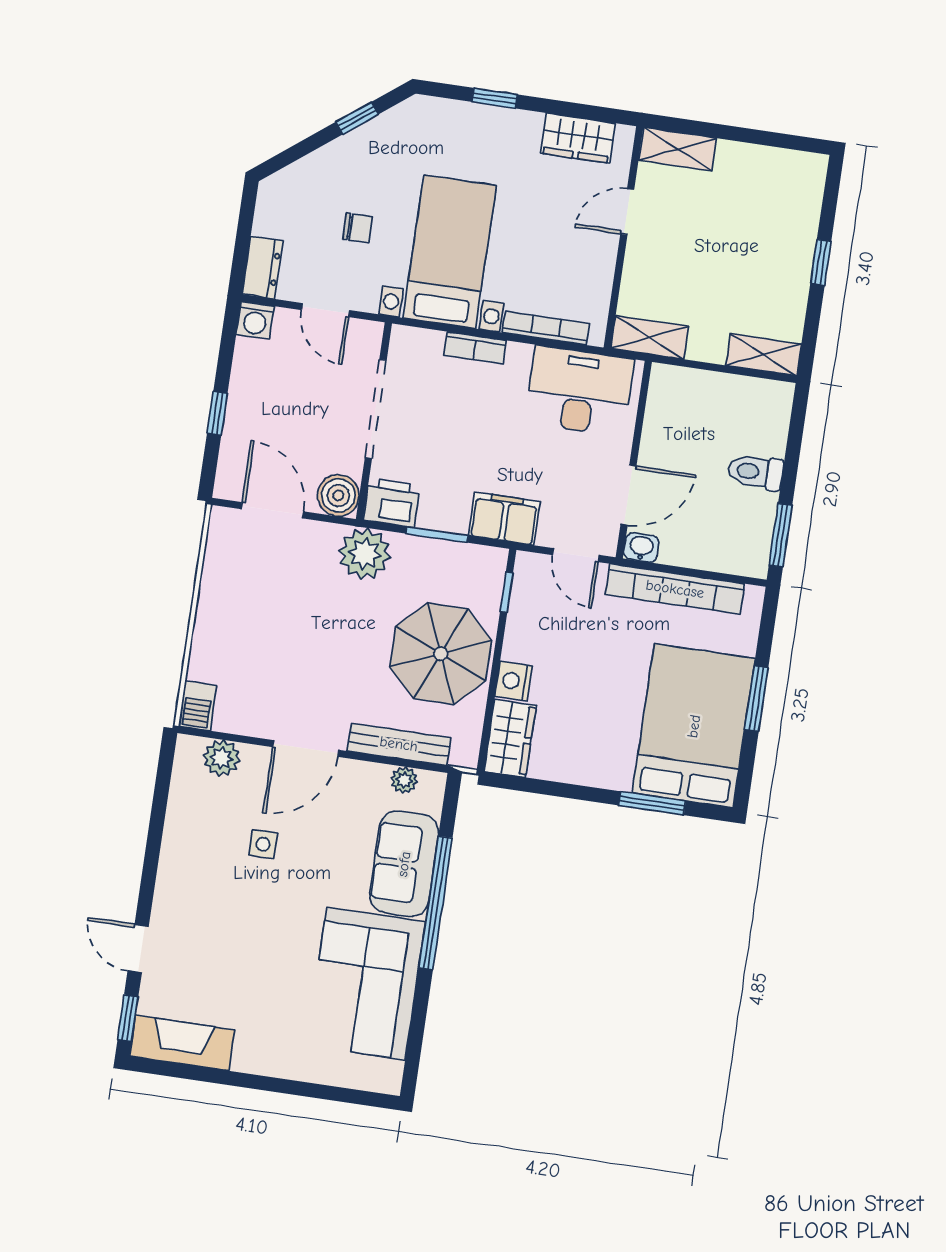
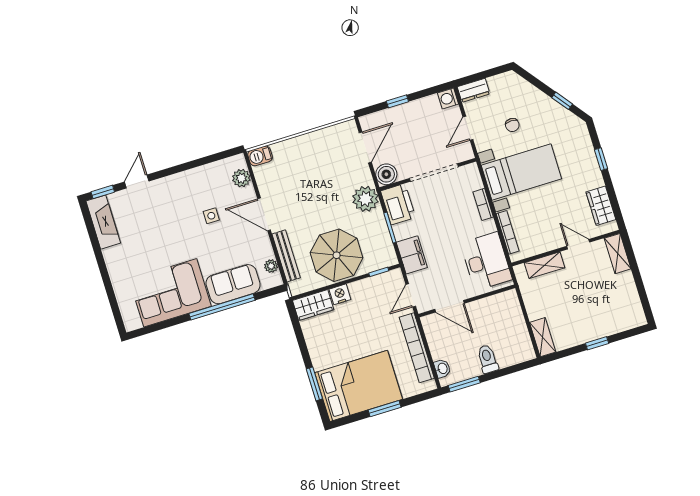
shelving: (650, 337) -> (544, 265), moved, turned 90
printer: (392, 503) -> (398, 204), width x1.37, depth x1.19
washbasin: (641, 547) -> (442, 369), moved

